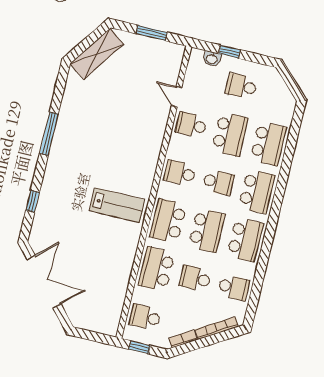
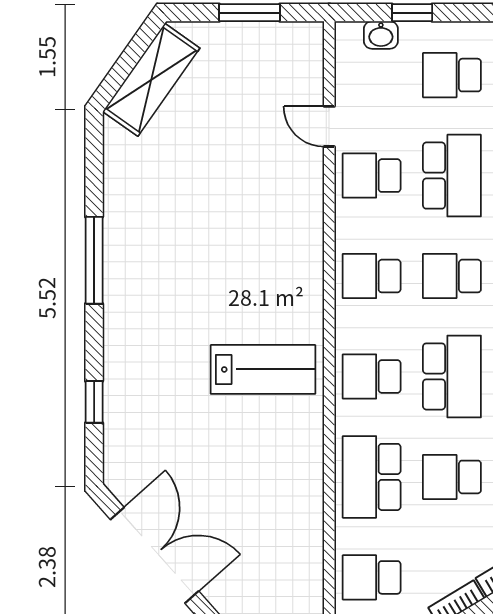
school desk: (218, 182) -> (452, 276), turned 180
school desk: (168, 221) -> (372, 376), width x0.54

